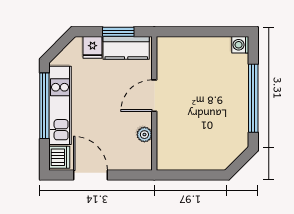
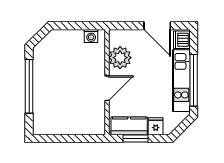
washing machine: (240, 45) -> (91, 36), moved, turned 90
plant: (144, 135) -> (120, 58), width x1.87, depth x1.87

